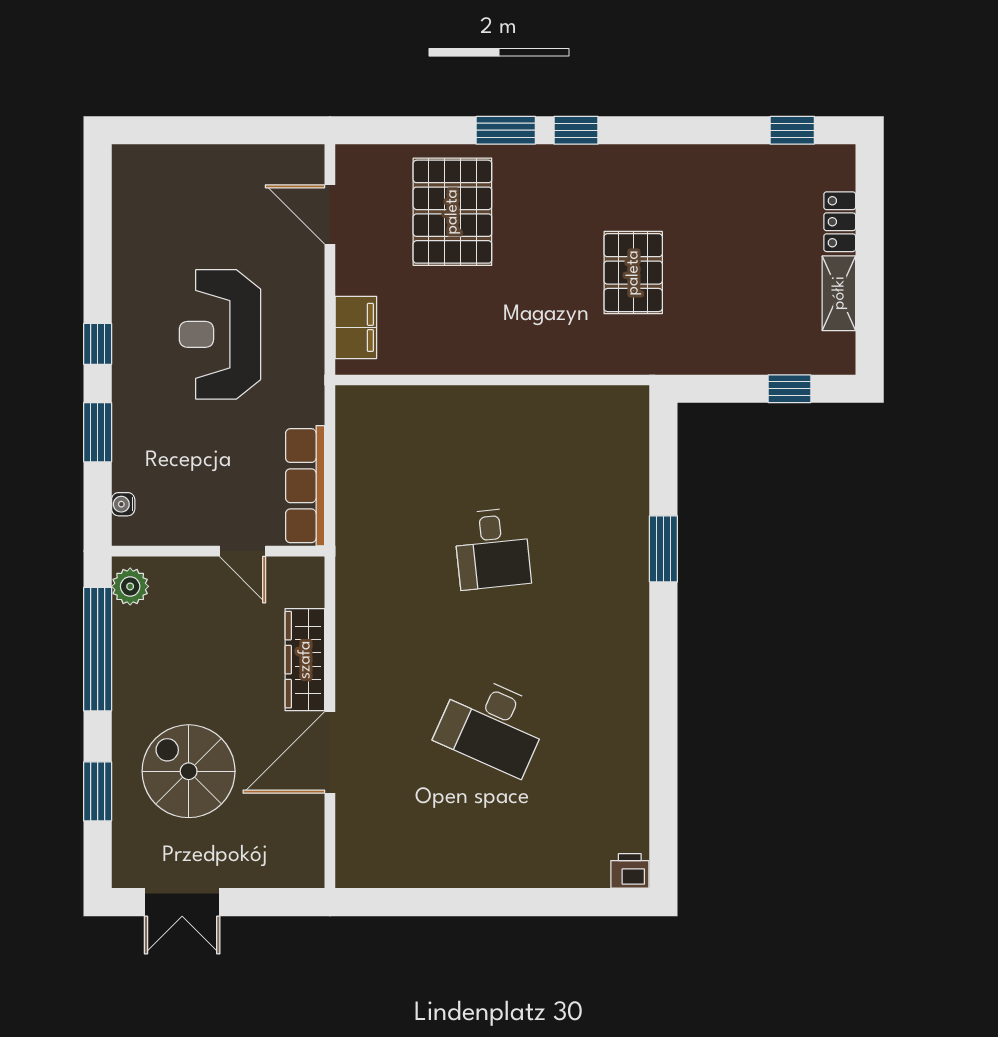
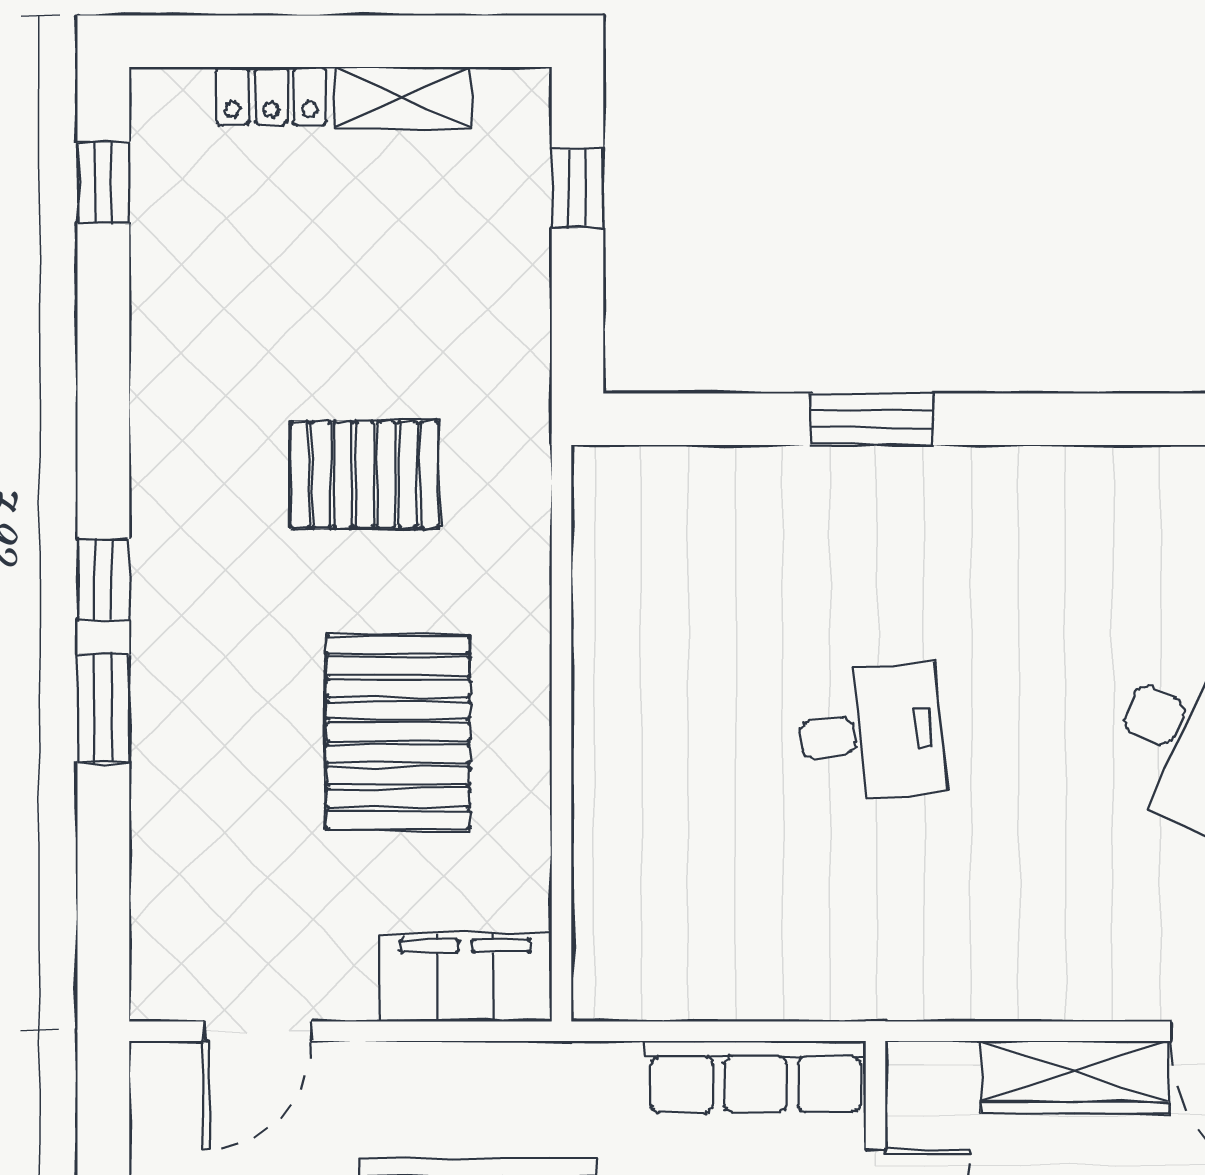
pallet: (452, 212) -> (398, 732), moved, turned 90
filing cabinet: (356, 327) -> (465, 977), width x1.50, depth x1.17

